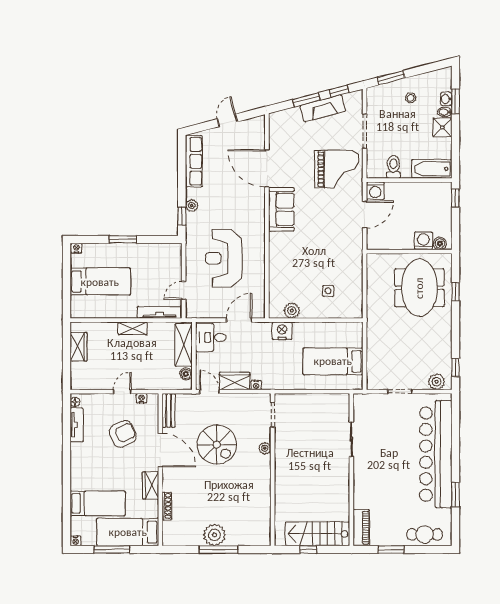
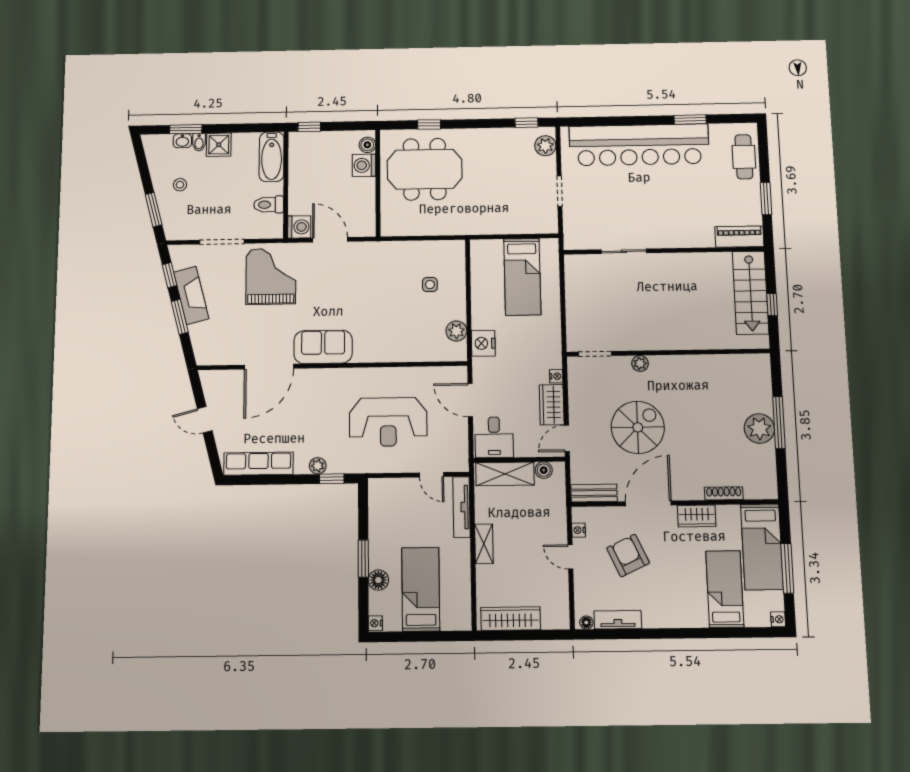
floor lamp: (107, 250) -> (378, 580), added
wardrobe: (79, 347) -> (511, 619), width x1.50

